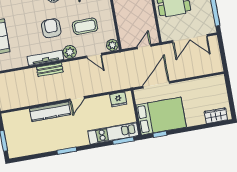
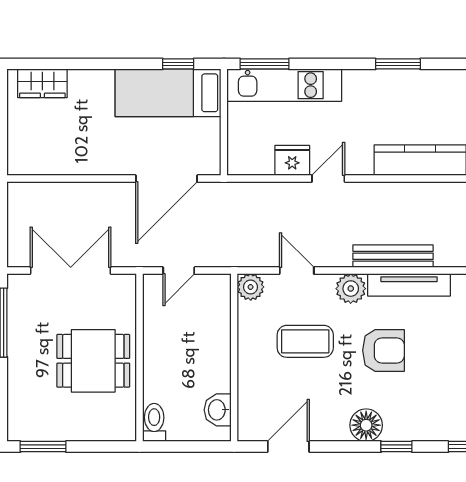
armchair: (51, 28) -> (383, 350), turned -90
bench: (50, 70) -> (393, 256), width x1.36
door: (77, 99) -> (328, 178), moved
fridge: (118, 99) -> (292, 160), moved
bed: (161, 116) -> (168, 93), width x0.67

